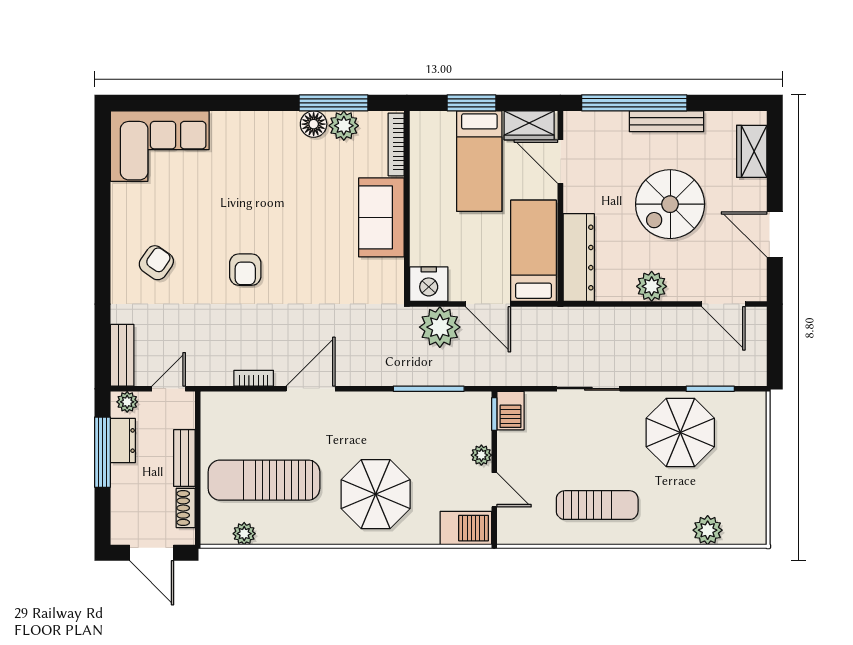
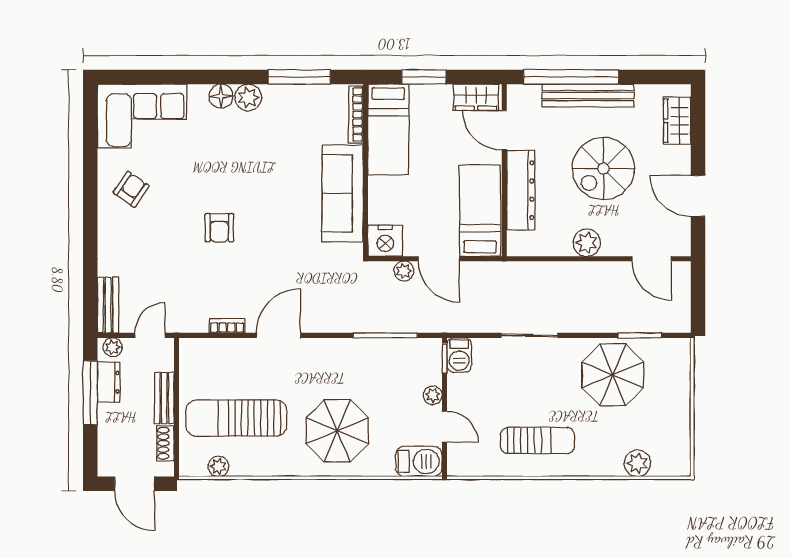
bench: (667, 121) -> (588, 96), width x1.37, depth x1.21
floor lamp: (314, 124) -> (221, 96), moved
plant: (344, 126) -> (248, 98), moved
bed: (479, 161) -> (388, 130), moved
sofa: (381, 217) -> (342, 193), width x1.36
dresser: (579, 258) -> (521, 190), moved
armchair: (156, 263) -> (131, 189), moved
plant: (440, 327) -> (404, 271), width x0.53, depth x0.53

